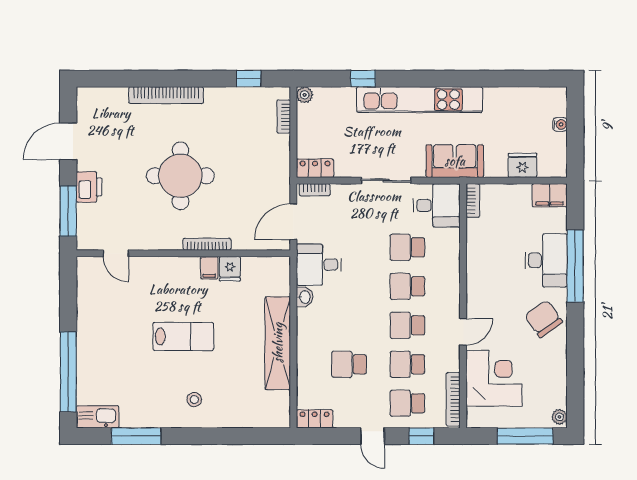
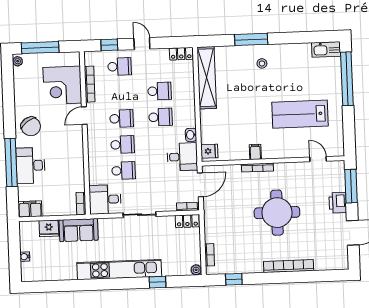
sofa: (455, 161) -> (79, 230), moved
fridge: (230, 269) -> (209, 151), moved, turned 90
lab bench: (183, 336) -> (300, 114), moved, width x1.36, depth x1.39
shelving: (278, 343) -> (207, 78), moved
school desk: (407, 364) -> (160, 117), moved
bookcase: (453, 399) -> (90, 84), moved
window: (136, 436) -> (251, 39), moved

